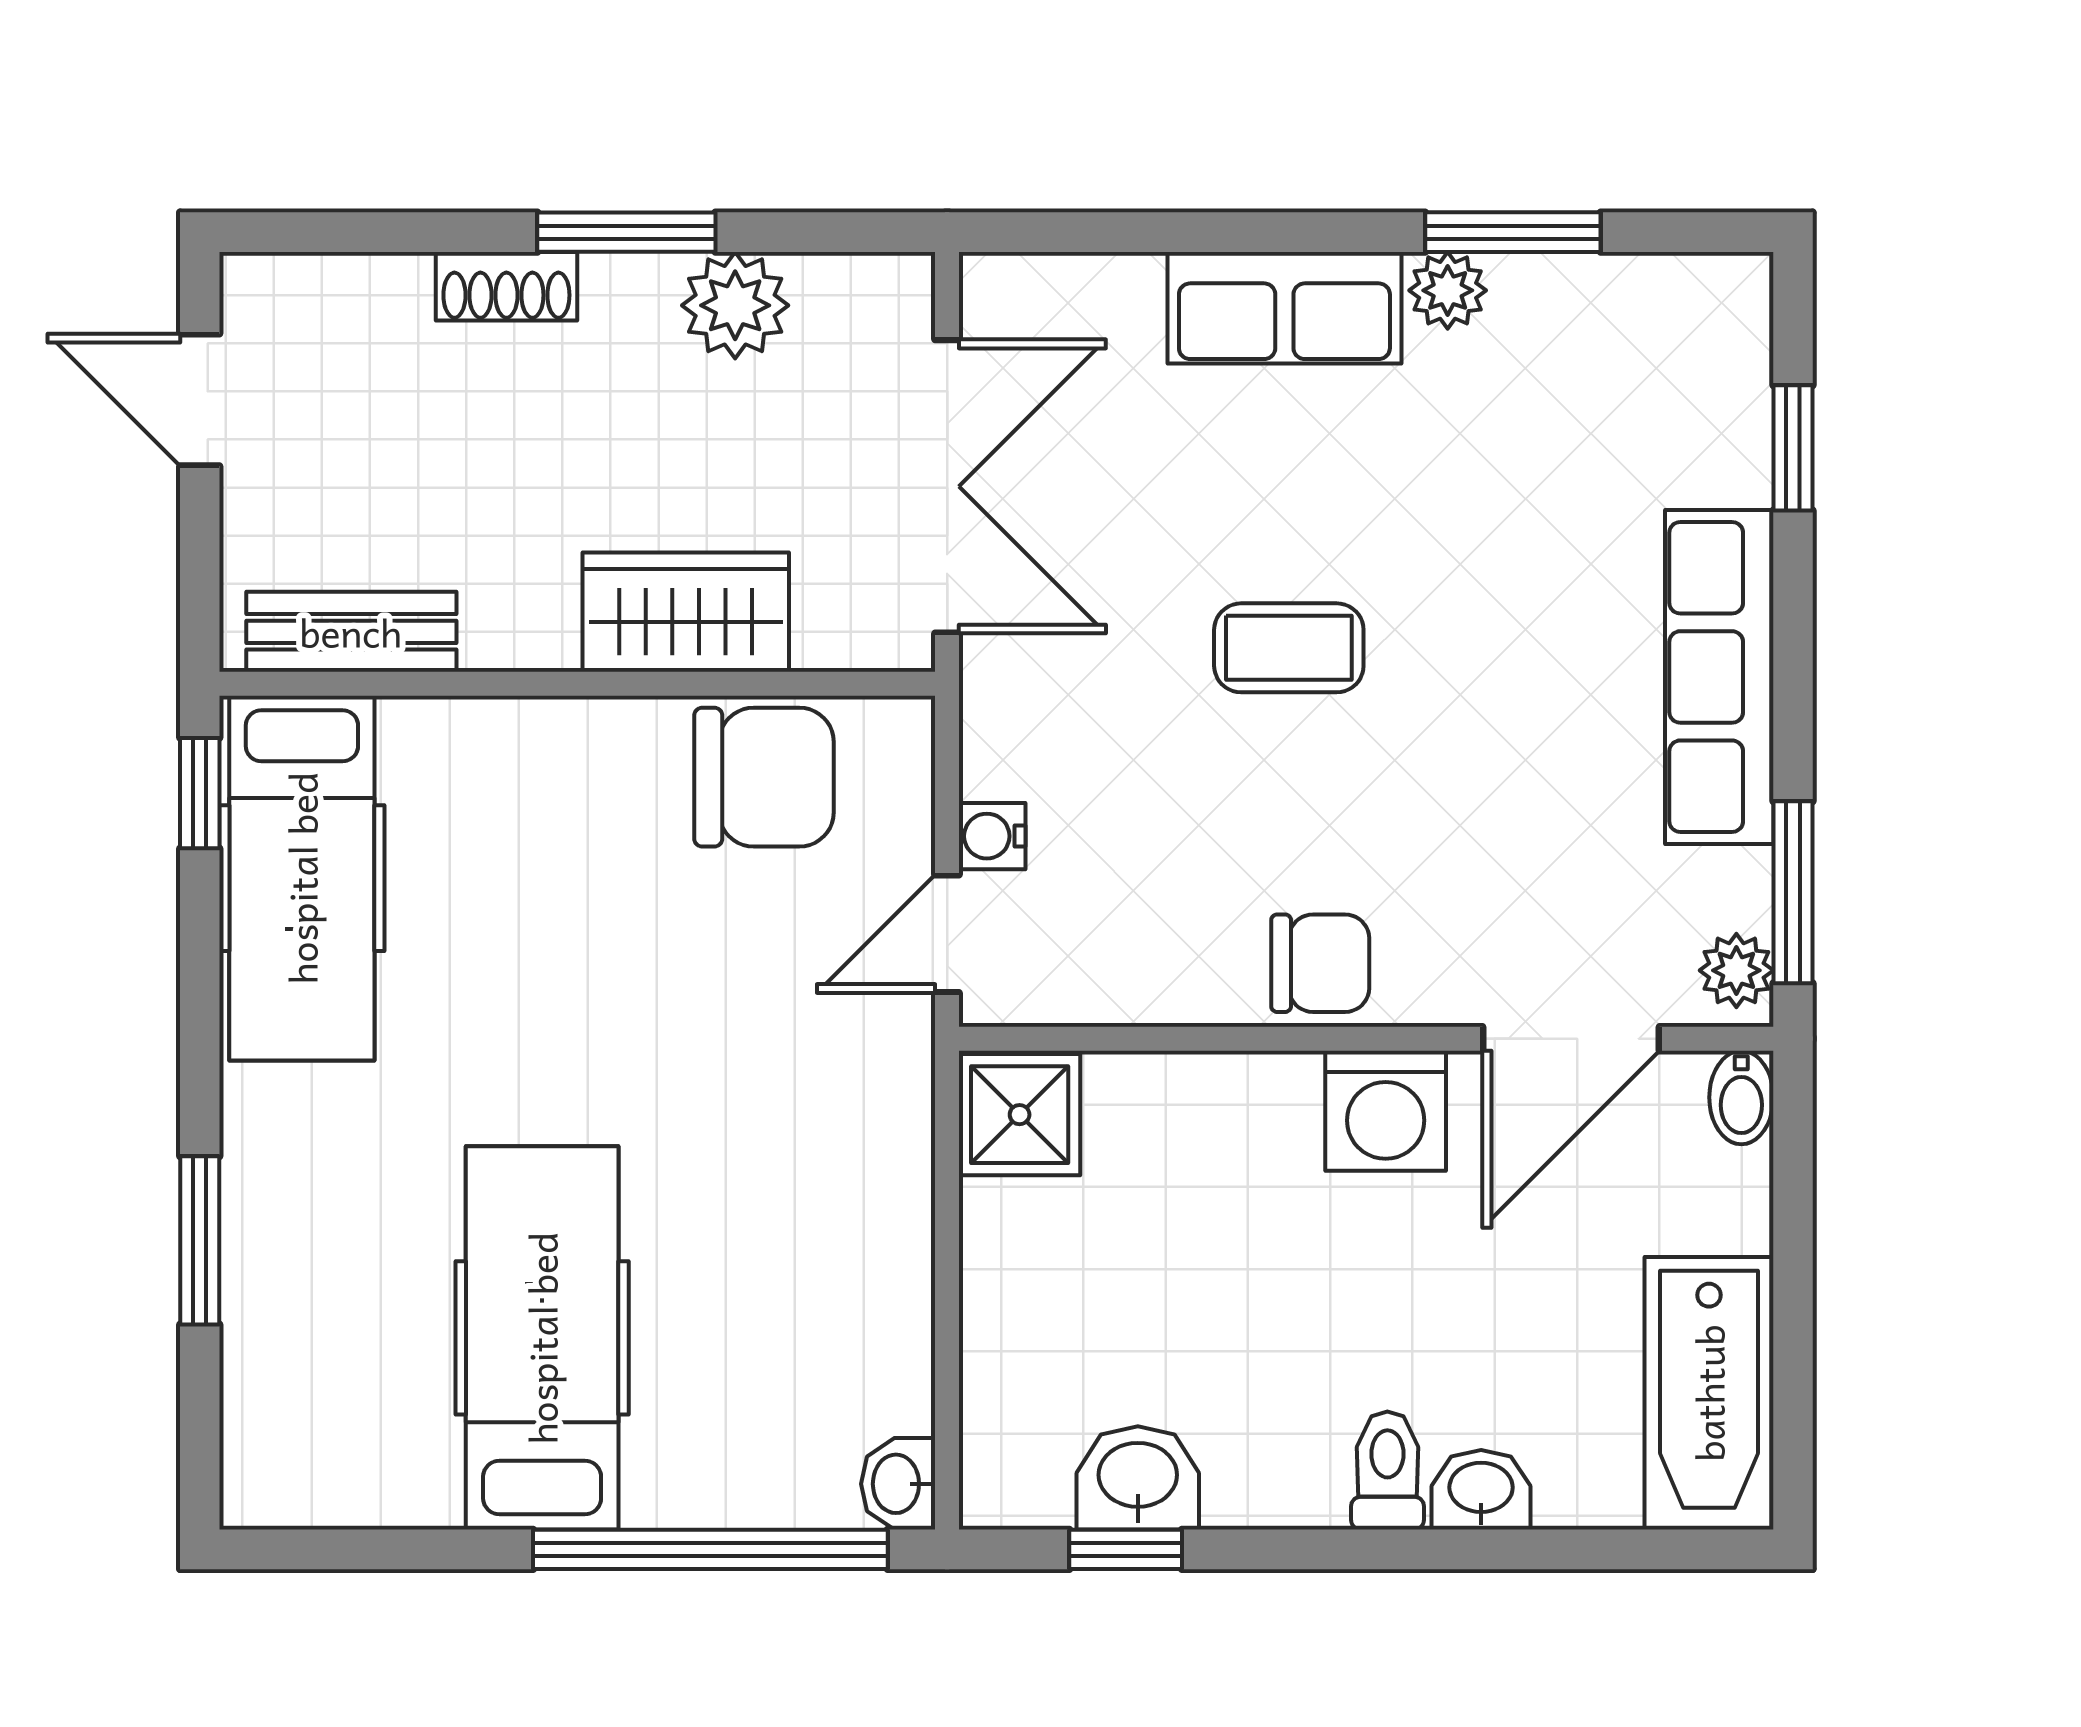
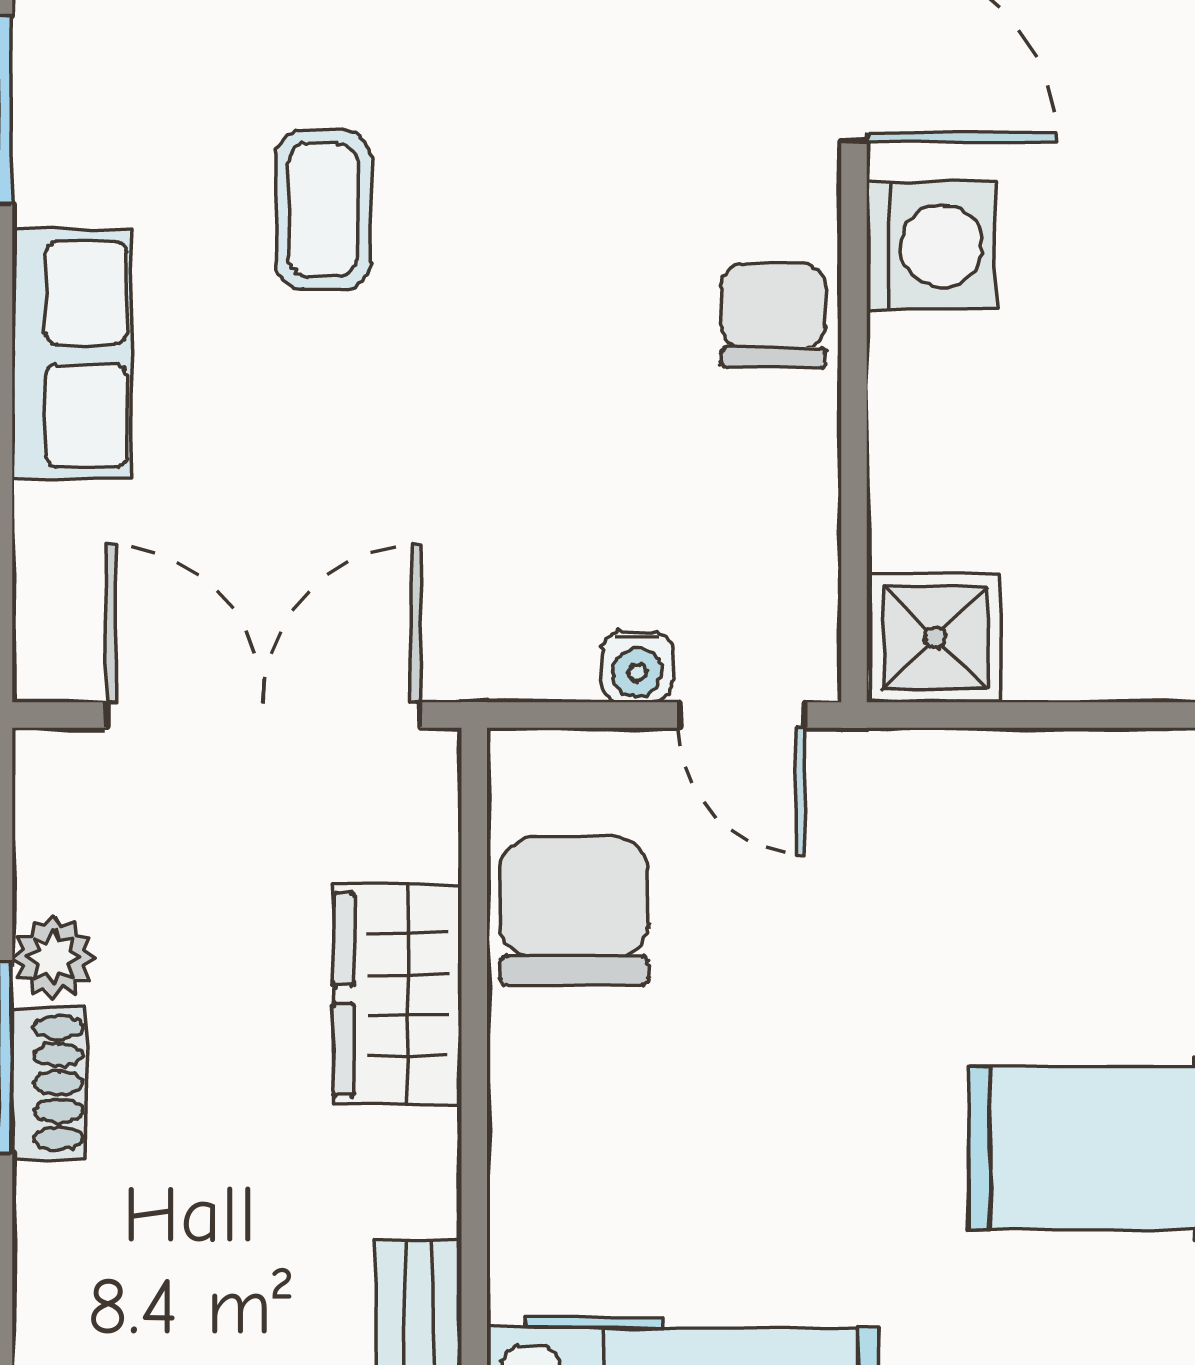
shoe rack: (506, 286) -> (49, 1083), moved
plant: (1448, 290) -> (53, 179), removed
plant: (735, 305) -> (54, 957), width x0.73, depth x0.73
coffee table: (1289, 648) -> (323, 210), moved

